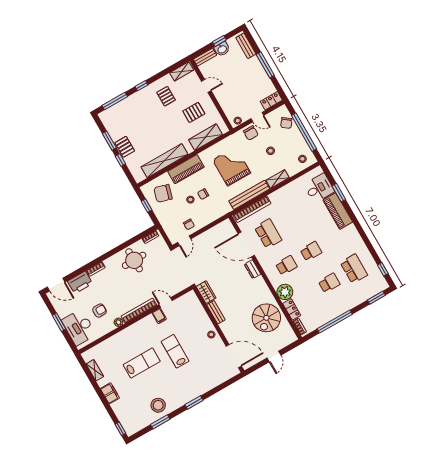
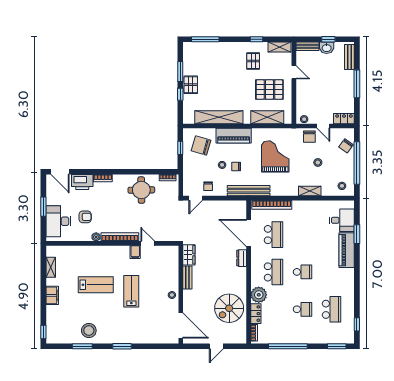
window: (141, 86) -> (256, 39), moved
pallet: (194, 112) -> (269, 90), width x1.50, depth x1.42
bench: (249, 195) -> (249, 191), moved
school desk: (286, 265) -> (273, 272), width x1.85

